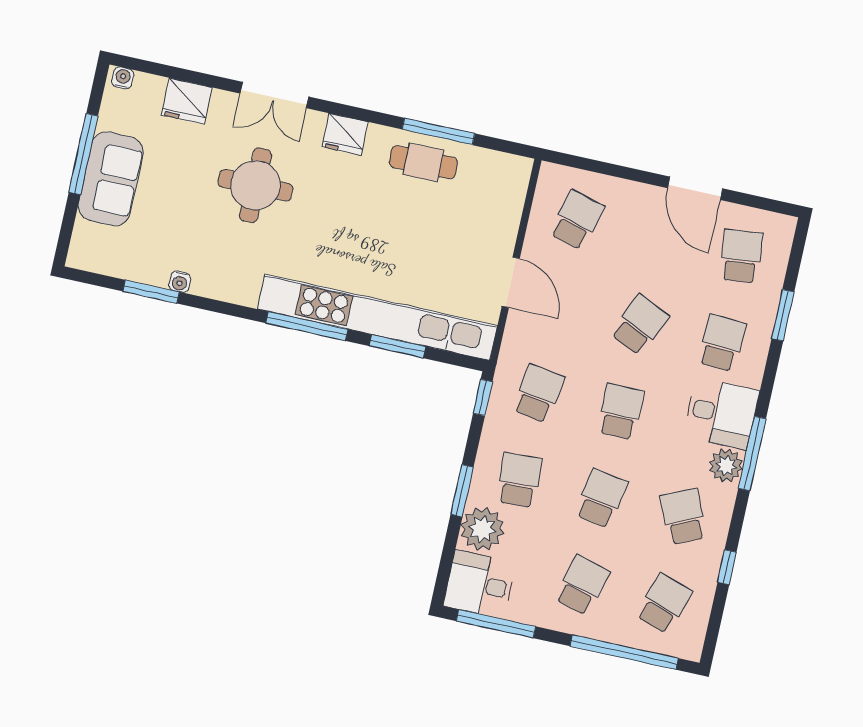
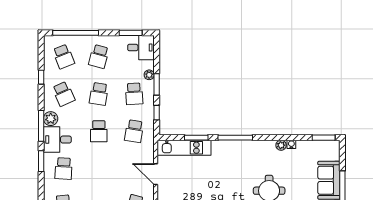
plant: (204, 285) -> (281, 145), added
window: (151, 292) -> (324, 138), moved
window: (783, 315) -> (41, 161), moved
kitchen unit: (377, 317) -> (184, 148), width x0.54
school desk: (640, 325) -> (99, 169), removed
window: (483, 398) -> (157, 113), moved
plant: (482, 529) -> (149, 75), width x0.53, depth x0.53
school desk: (664, 603) -> (64, 56), turned -39
window: (496, 624) -> (131, 33), width x0.69

